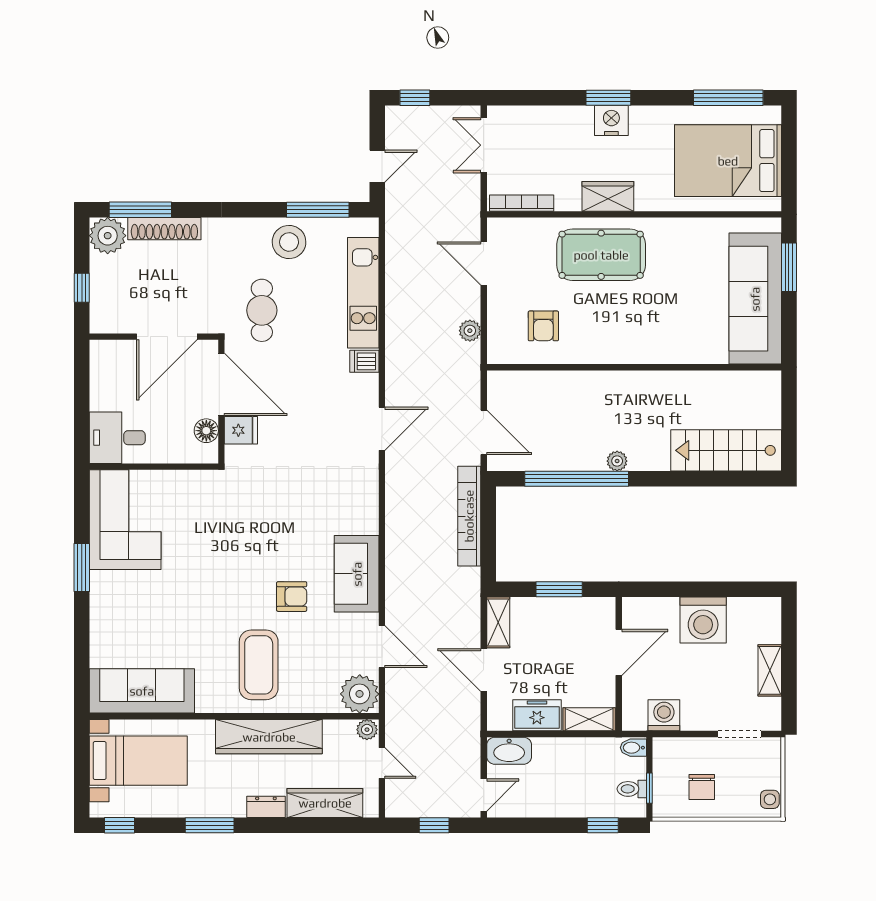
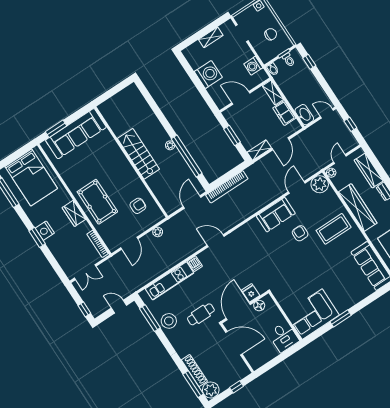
stairs: (726, 450) -> (138, 154), moved, turned 180

